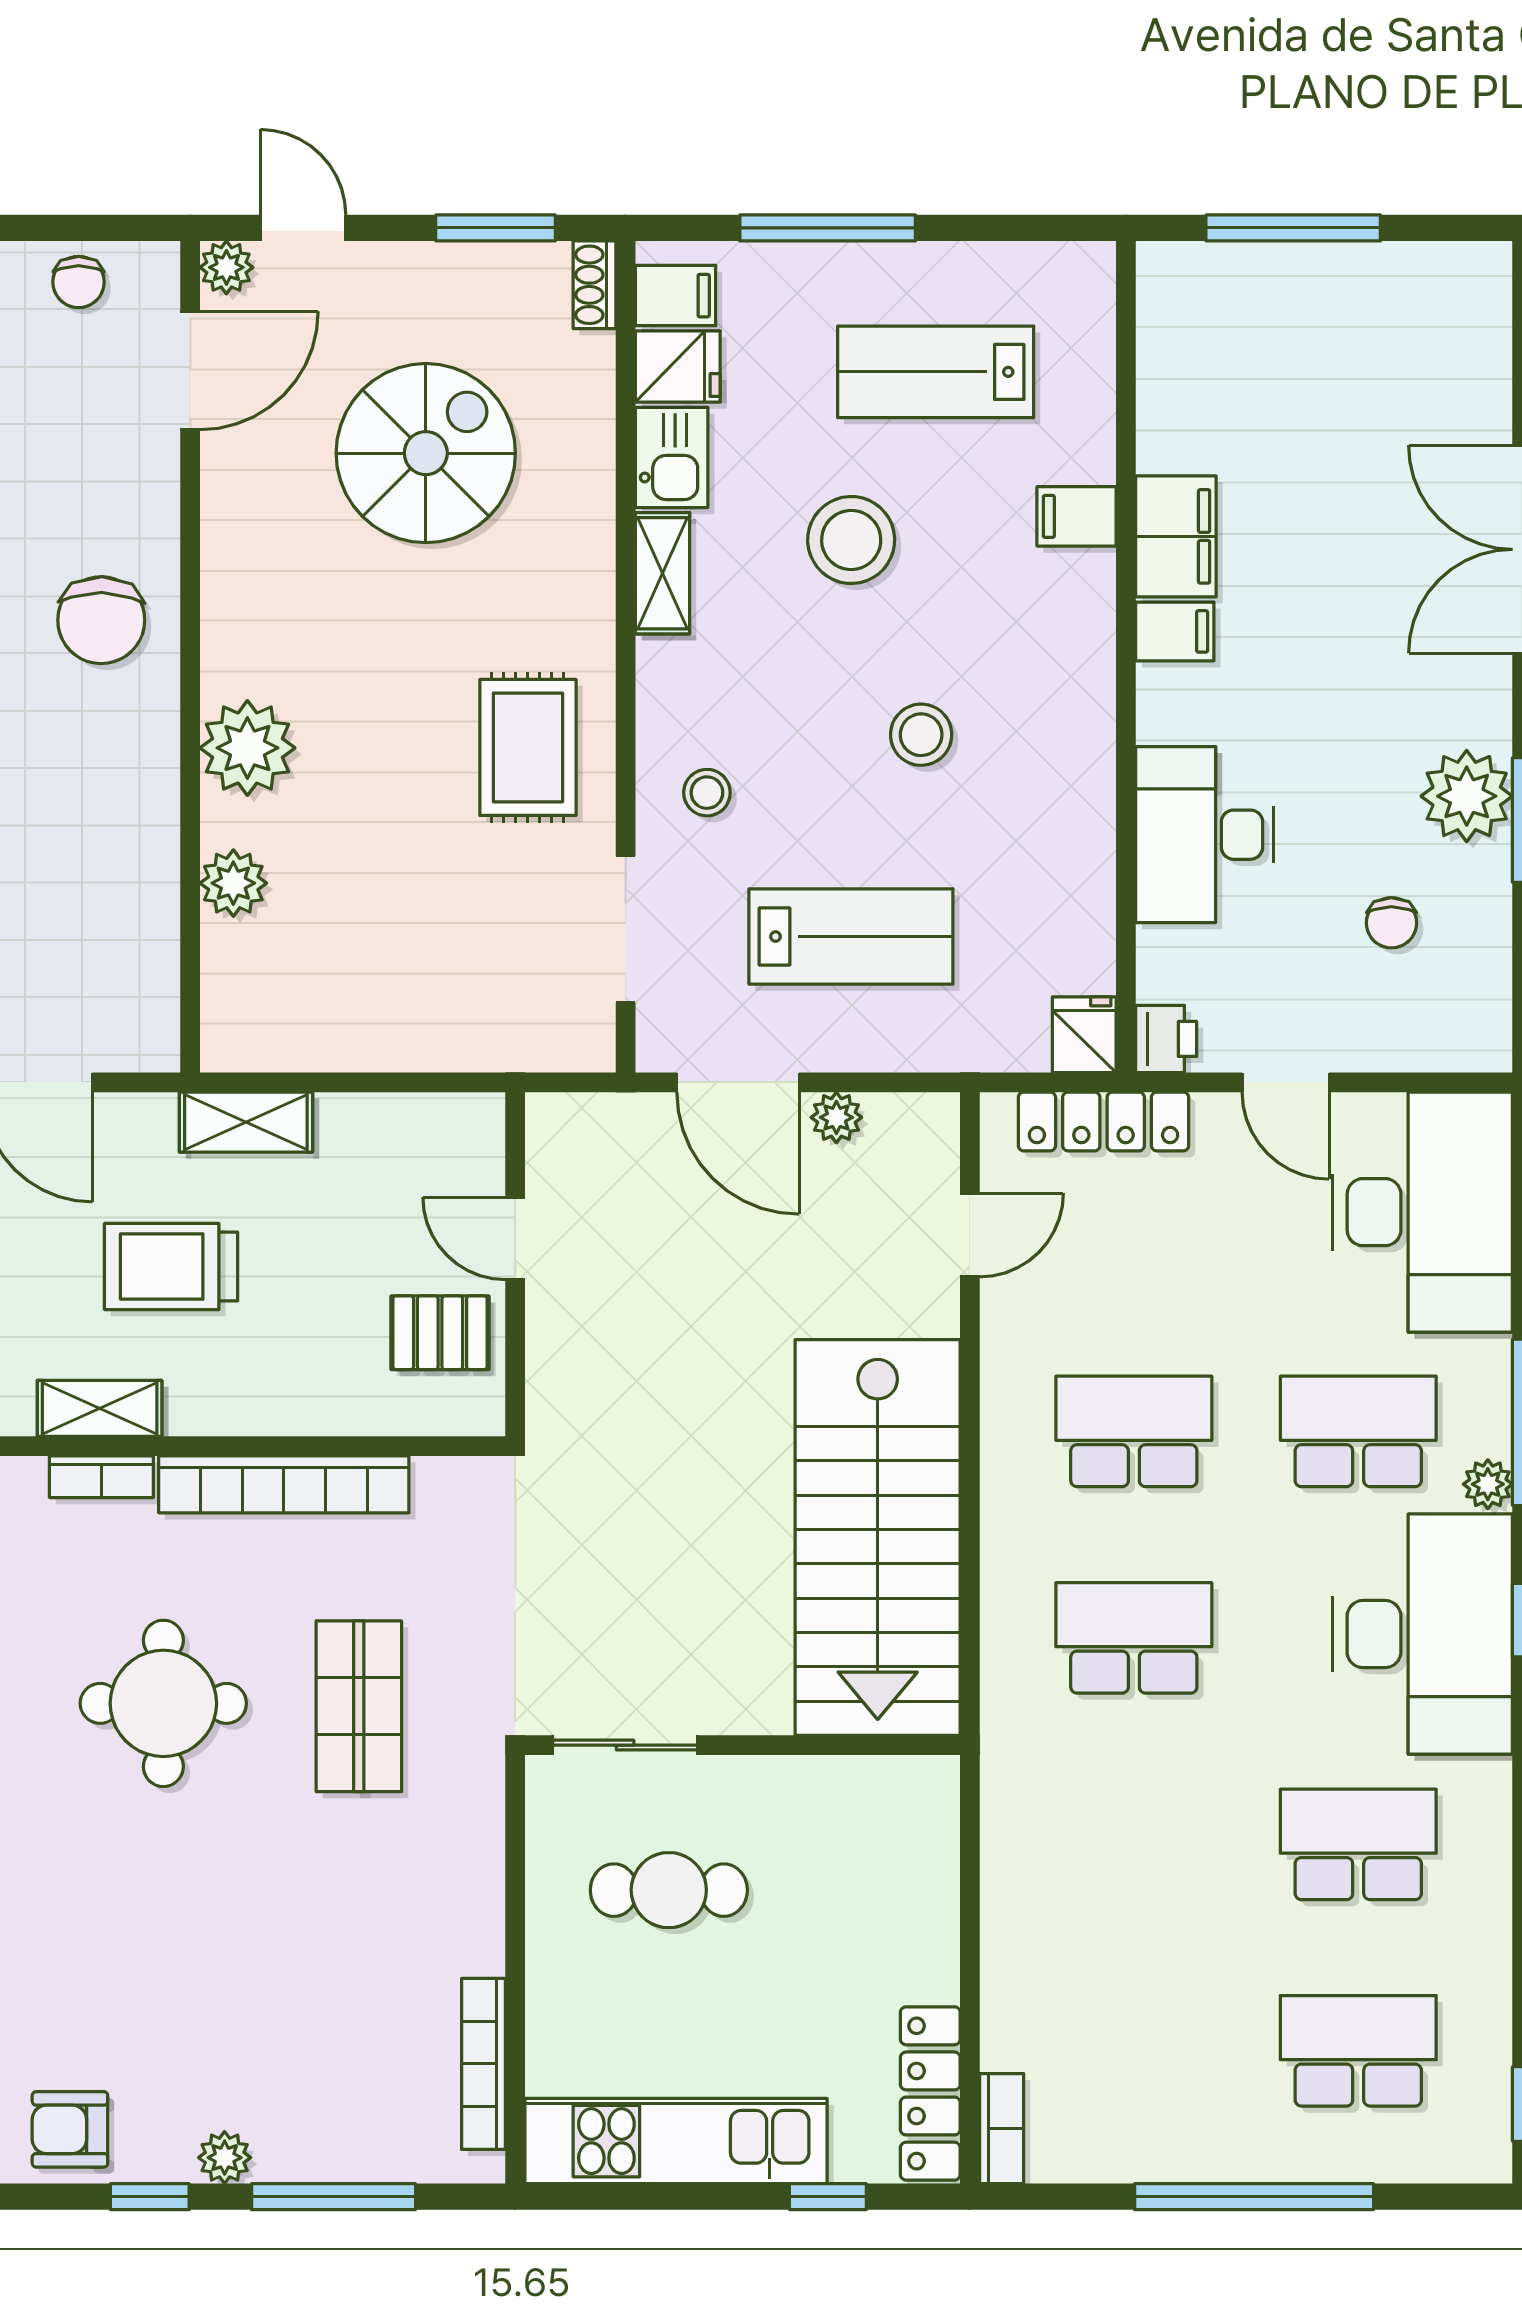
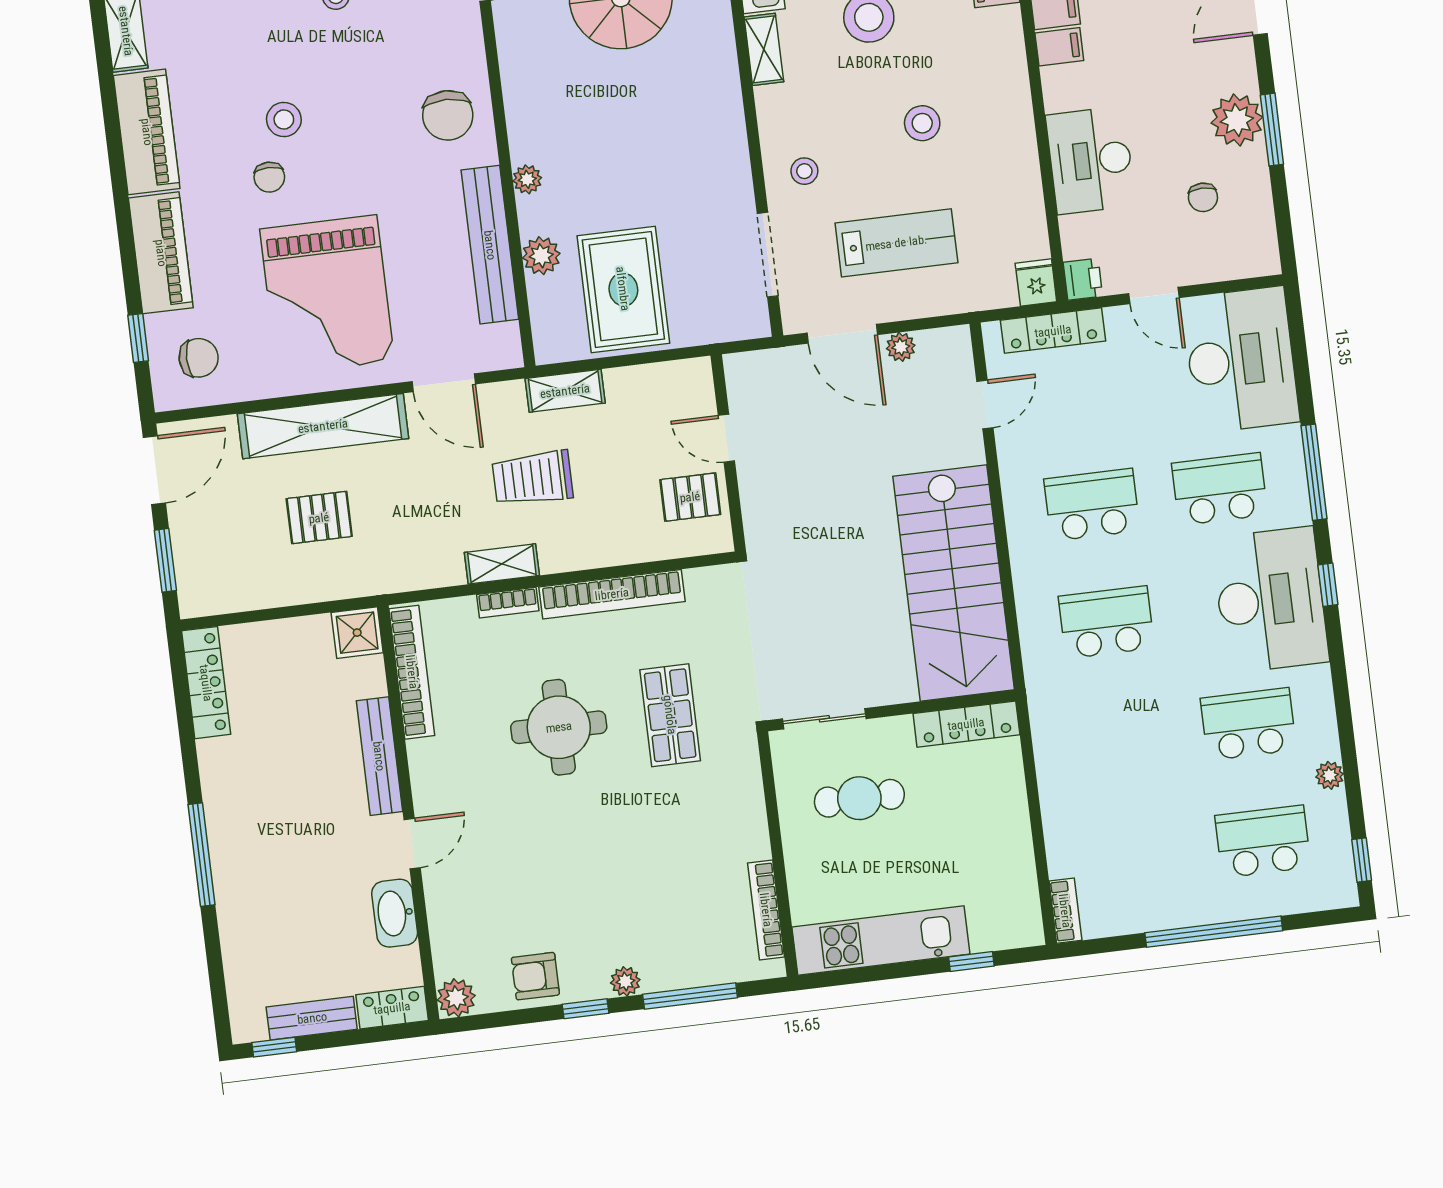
rug: (528, 747) -> (623, 289), moved, width x1.36, depth x1.43
plant: (247, 748) -> (527, 179), width x0.53, depth x0.53
bench: (147, 853) -> (490, 245), added
plant: (1488, 1484) -> (1330, 775), moved
locker: (930, 2093) -> (966, 724), moved, turned -90

